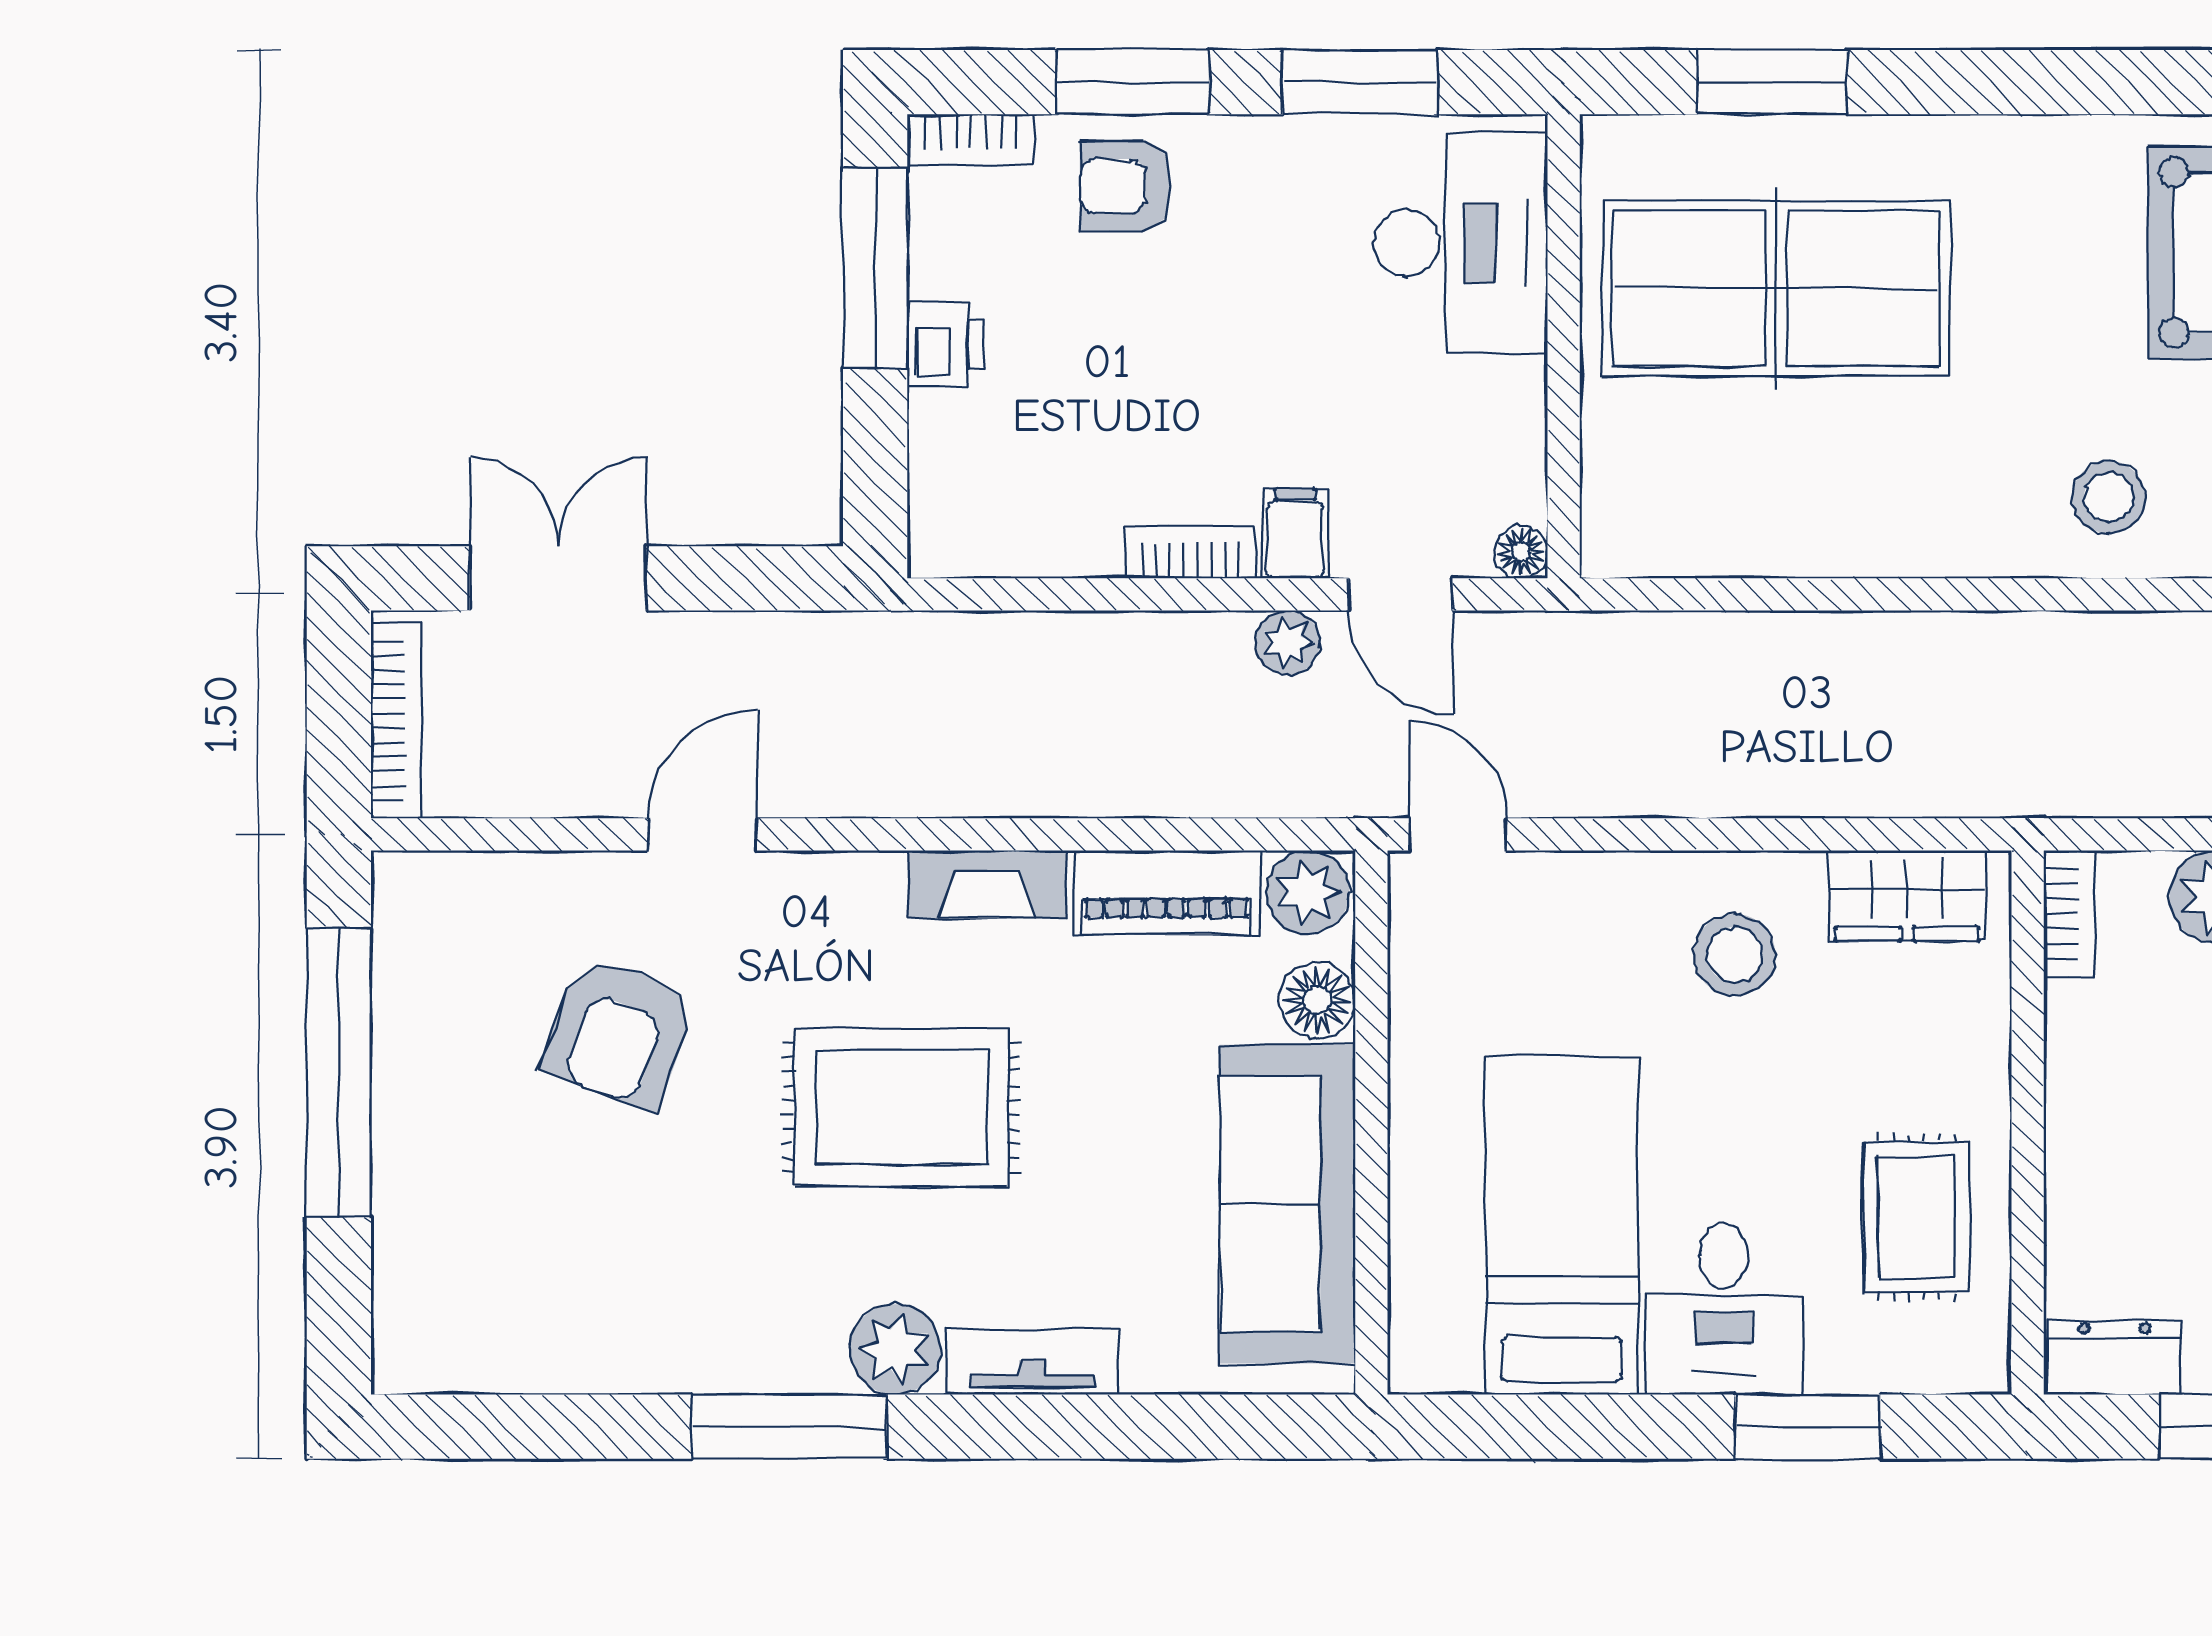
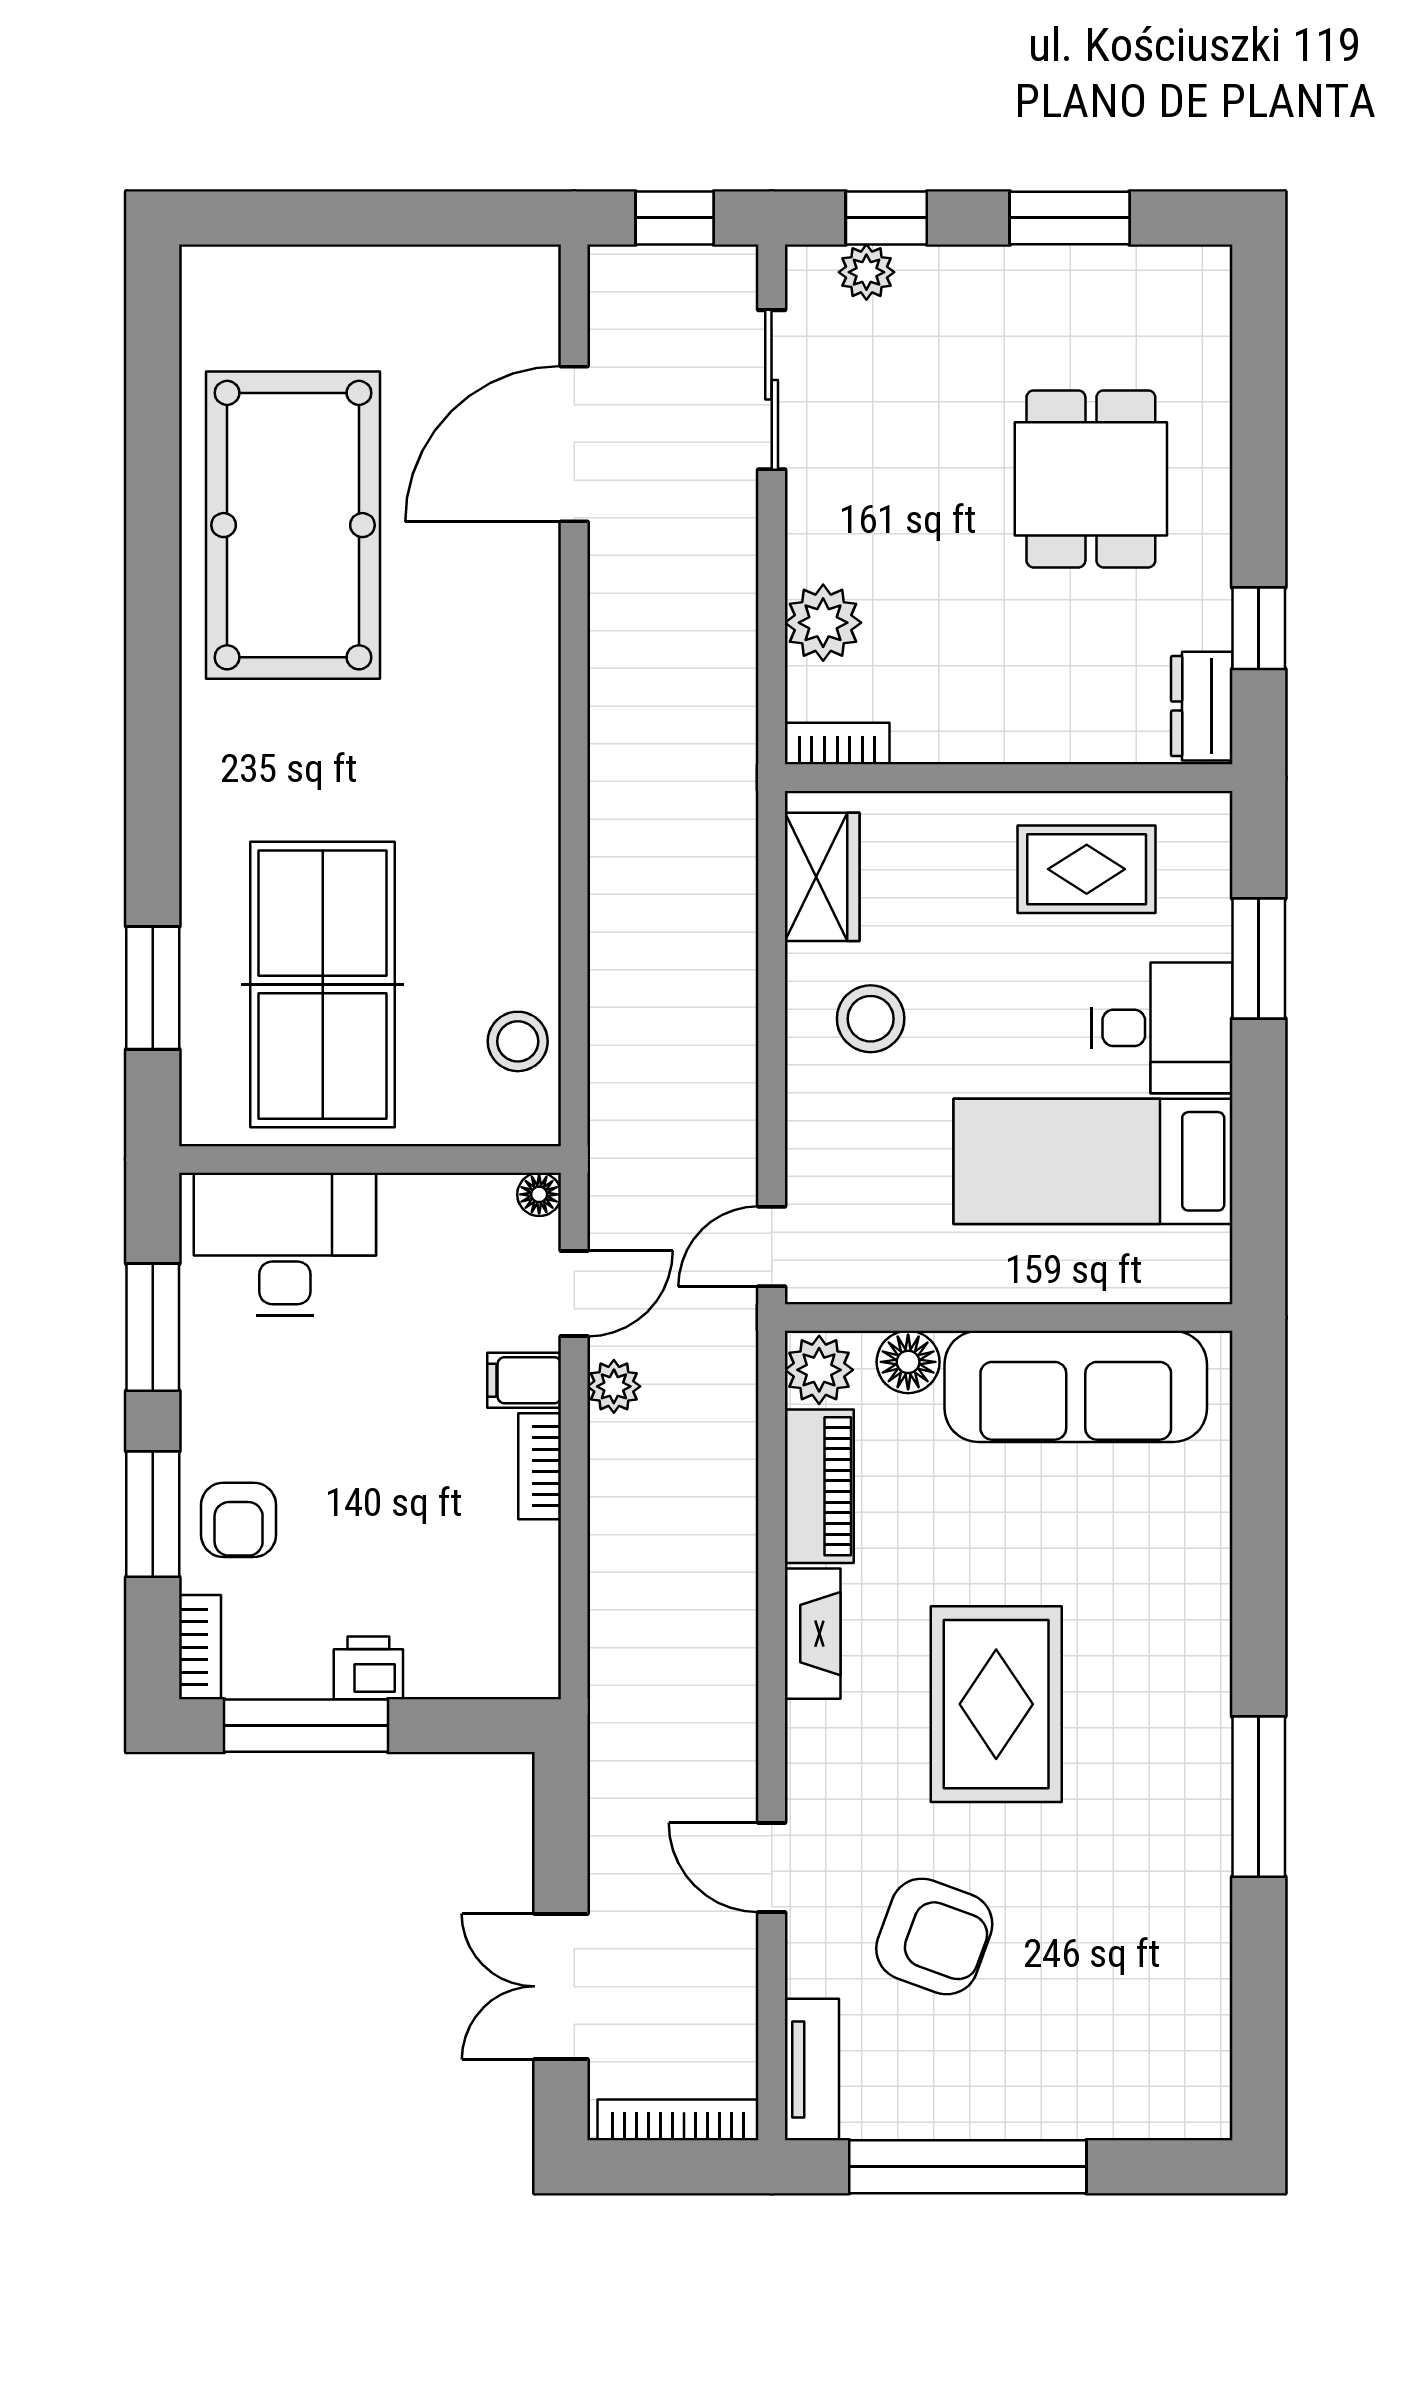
stool: (2109, 497) -> (518, 1041), moved
plant: (895, 1349) -> (1195, 1709), removed
tv unit: (1033, 1362) -> (812, 2070), moved, turned 180

